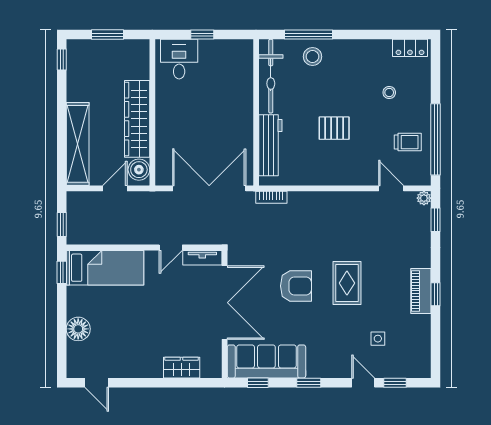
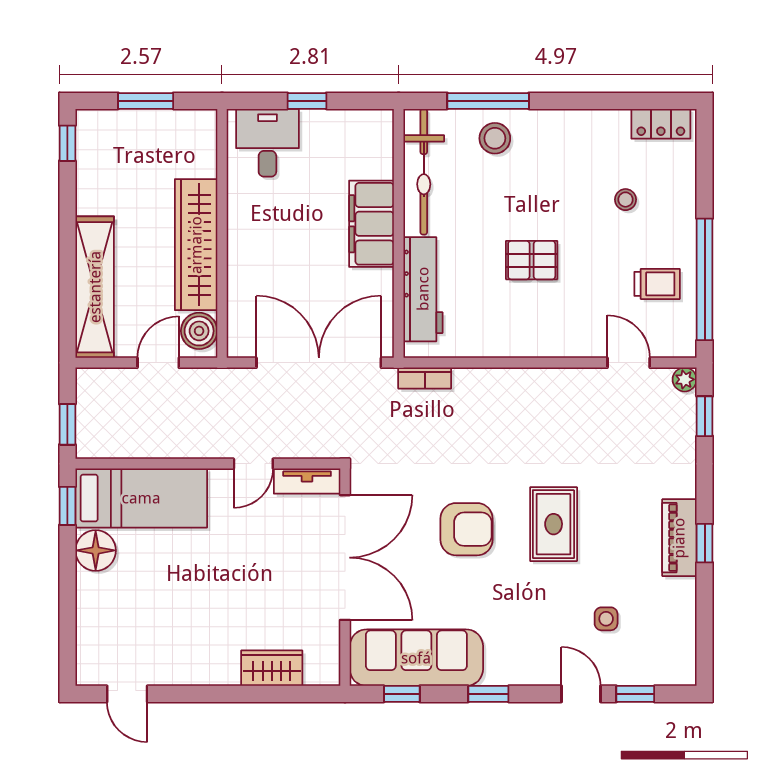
filing cabinet: (240, 107) -> (371, 224), added
floor lamp: (78, 329) -> (96, 550), moved

